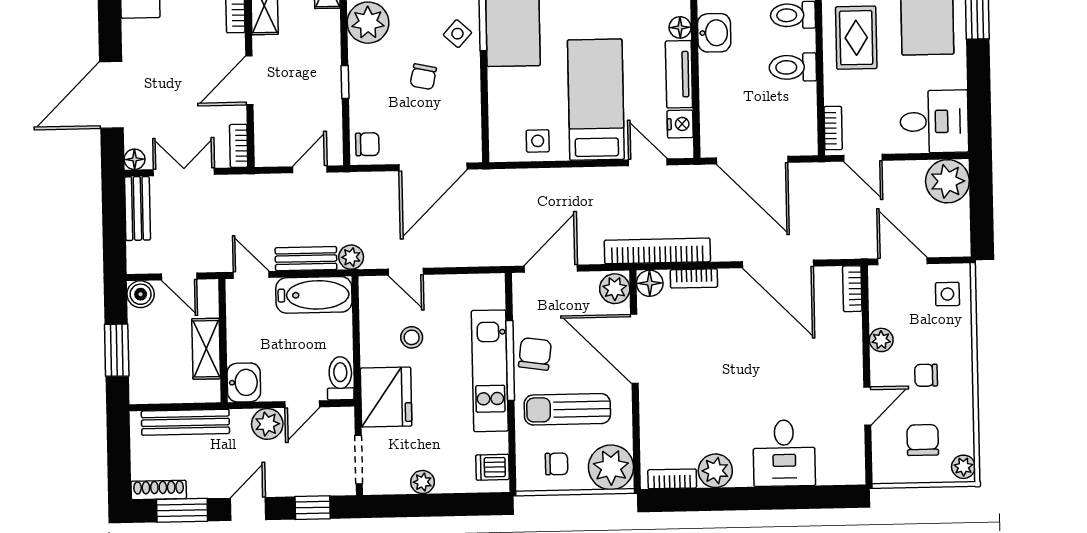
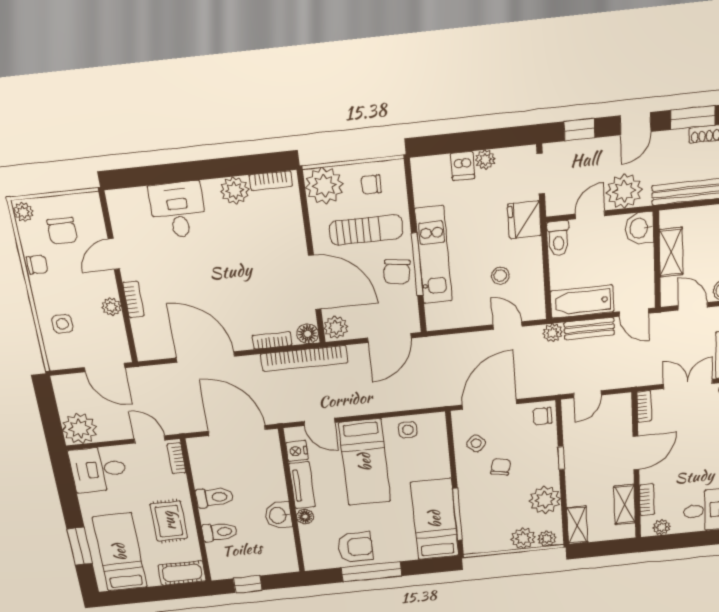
side table: (457, 34) -> (476, 443), moved
double door: (184, 172) -> (688, 384), swing flipped
bookcase: (852, 289) -> (133, 299), moved
side table: (947, 294) -> (62, 324), moved
chair: (926, 375) -> (37, 265), moved
fridge: (386, 397) -> (524, 220), width x0.73, depth x0.75
plant: (267, 424) -> (624, 191), width x1.36, depth x1.36
dishwasher: (492, 467) -> (462, 166), moved, turned 90

